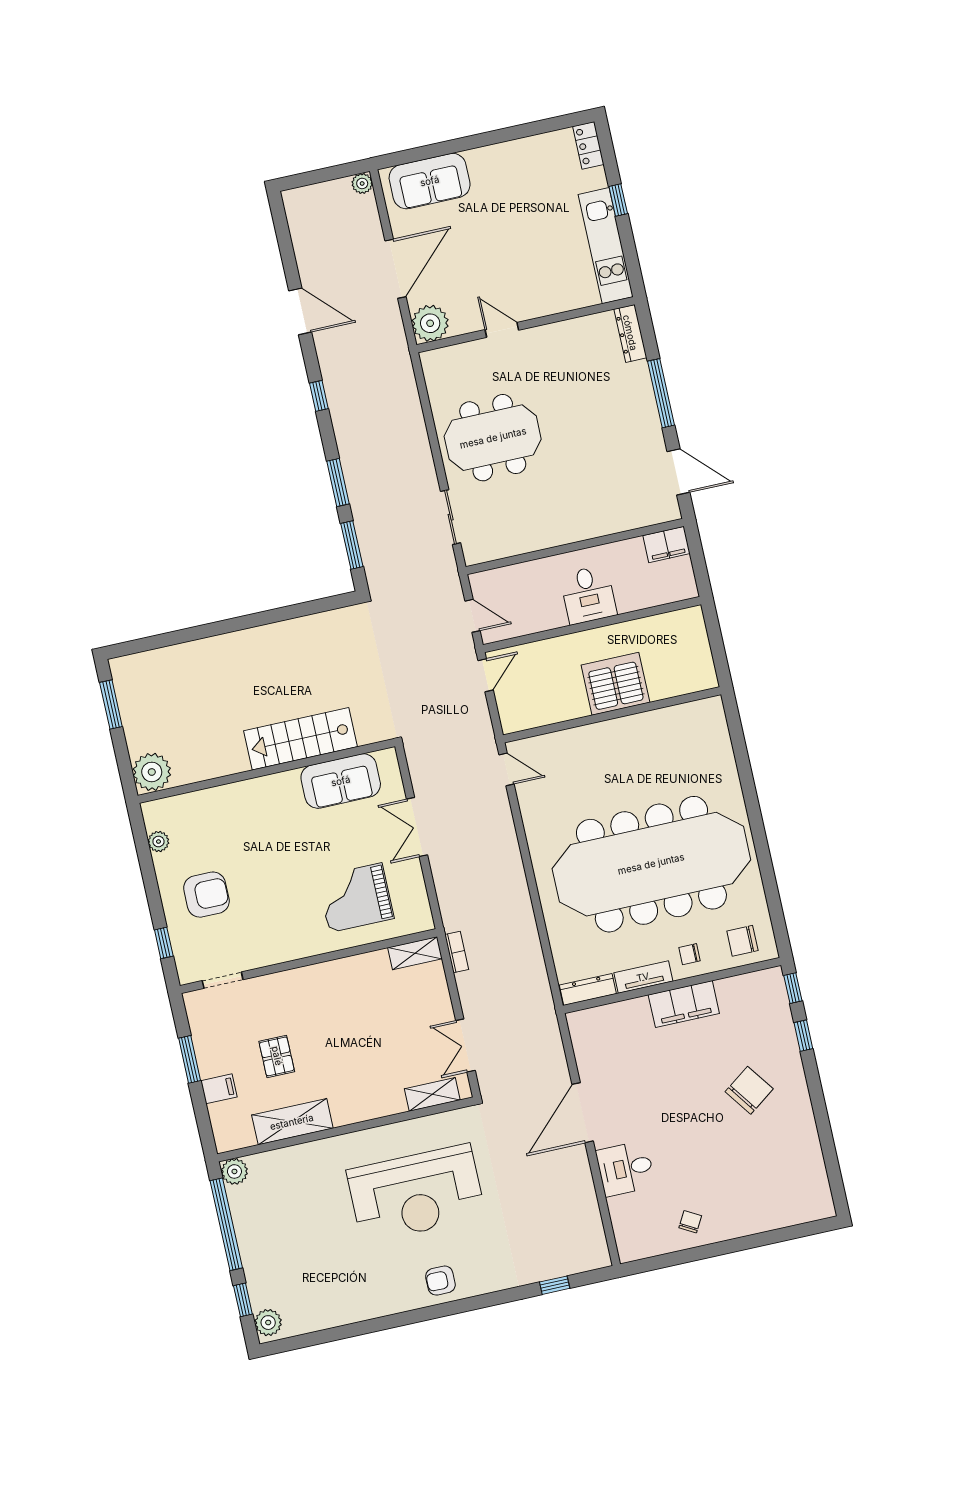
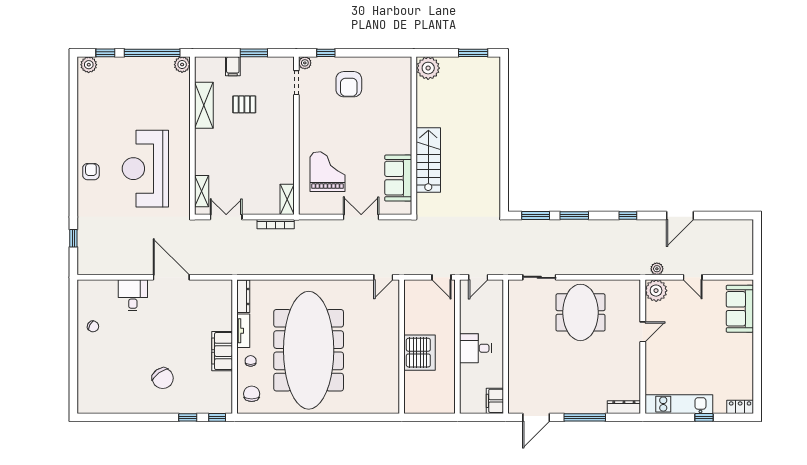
plant: (362, 183) -> (657, 269), moved
door: (396, 269) -> (693, 277), width x0.53
plant: (158, 842) -> (305, 63), moved
bookcase: (457, 952) -> (276, 224), width x1.56

